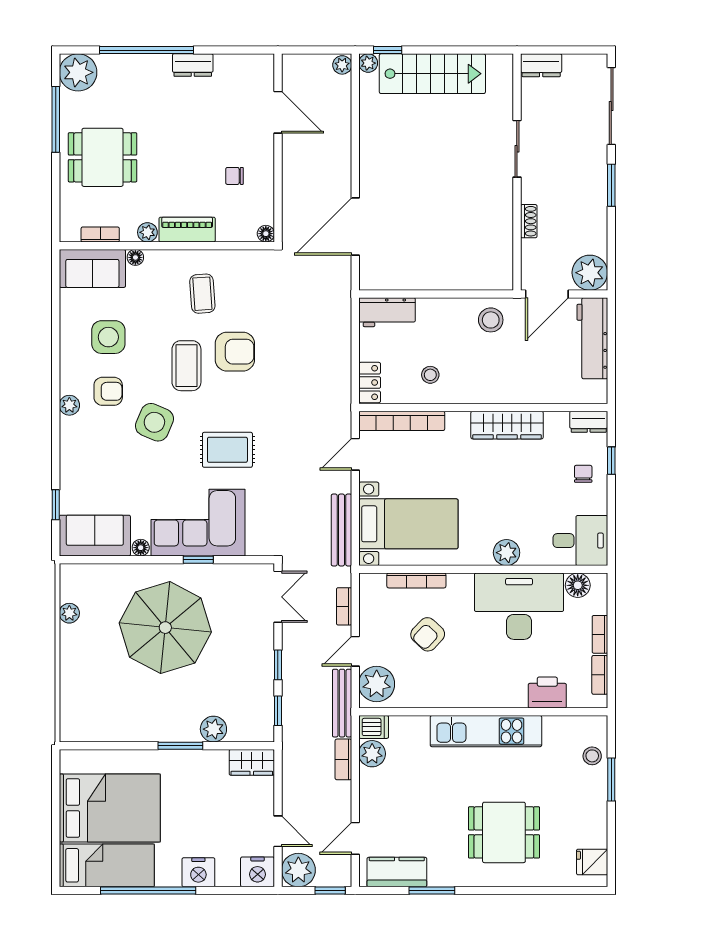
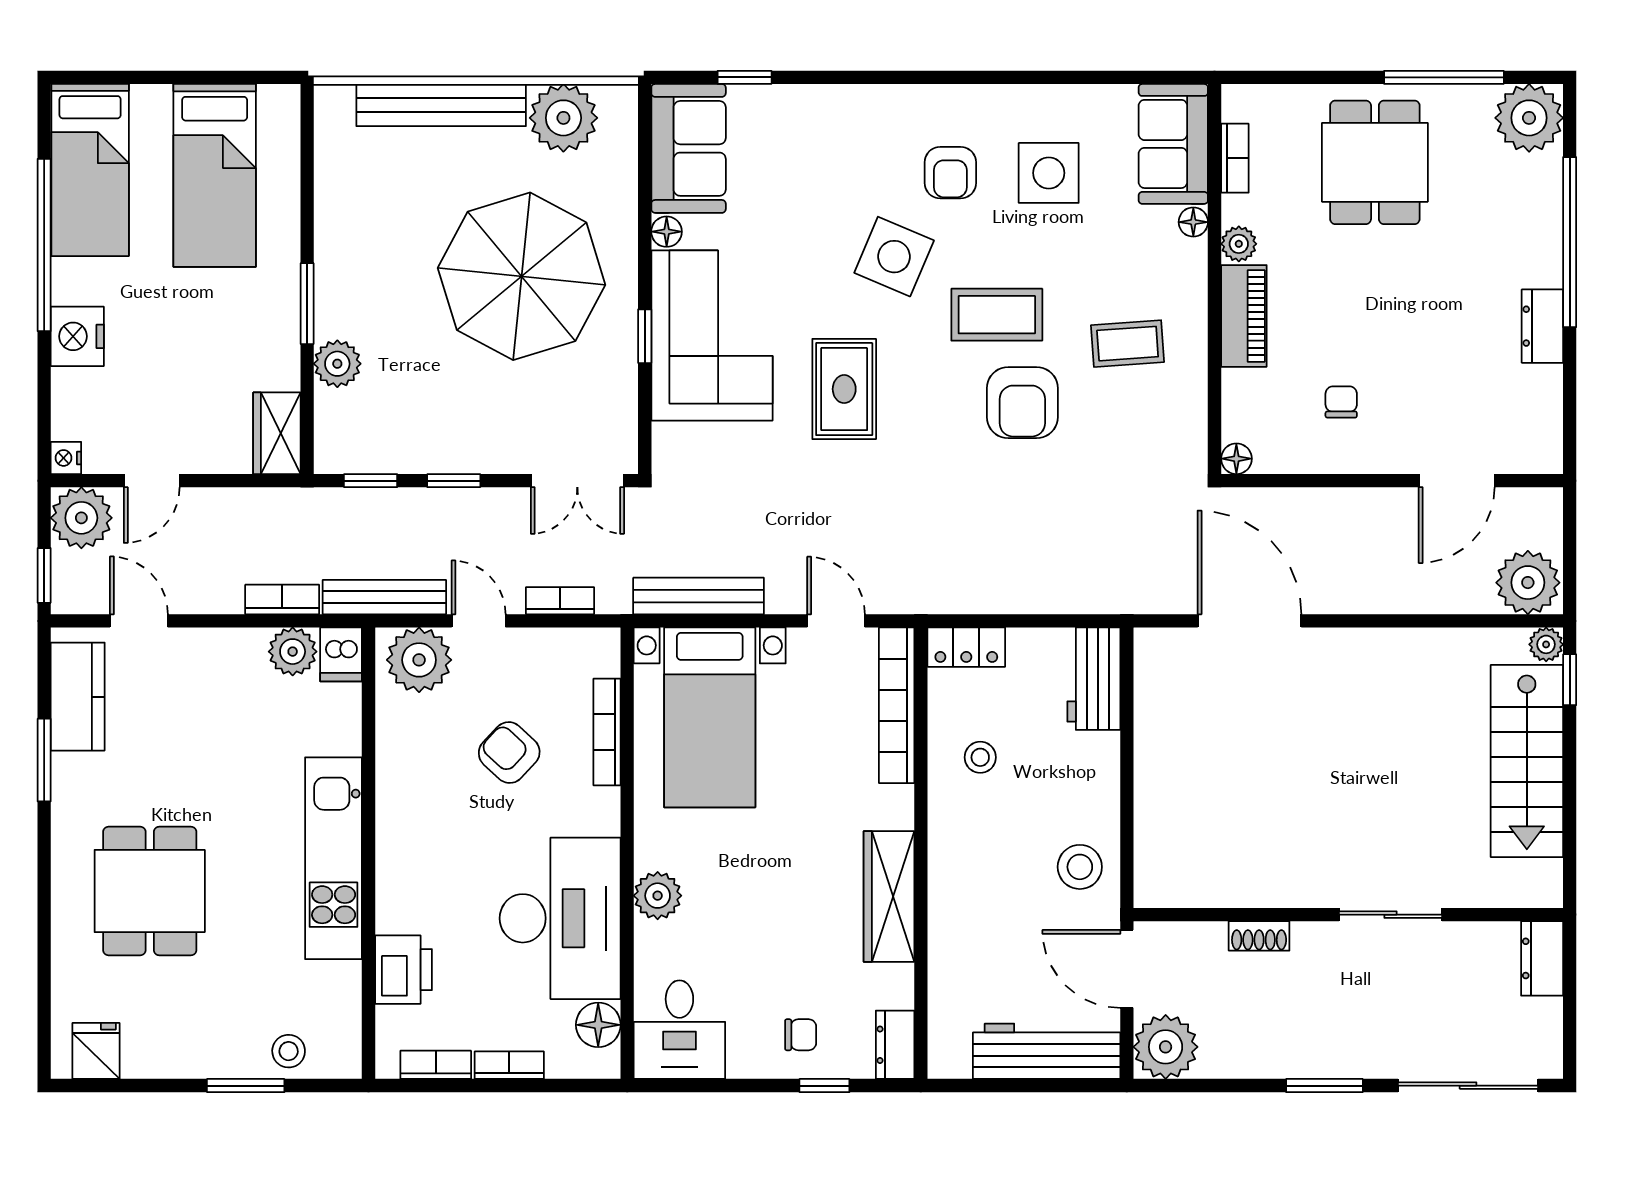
plant: (342, 65) -> (1528, 583), width x1.88, depth x1.88
plant: (69, 405) -> (925, 102), removed
plant: (69, 613) -> (563, 118), width x1.88, depth x1.88
bench: (71, 672) -> (441, 105), added
bed: (110, 808) -> (215, 175), width x0.67
nightstand: (257, 872) -> (66, 458), width x0.53, depth x0.56

